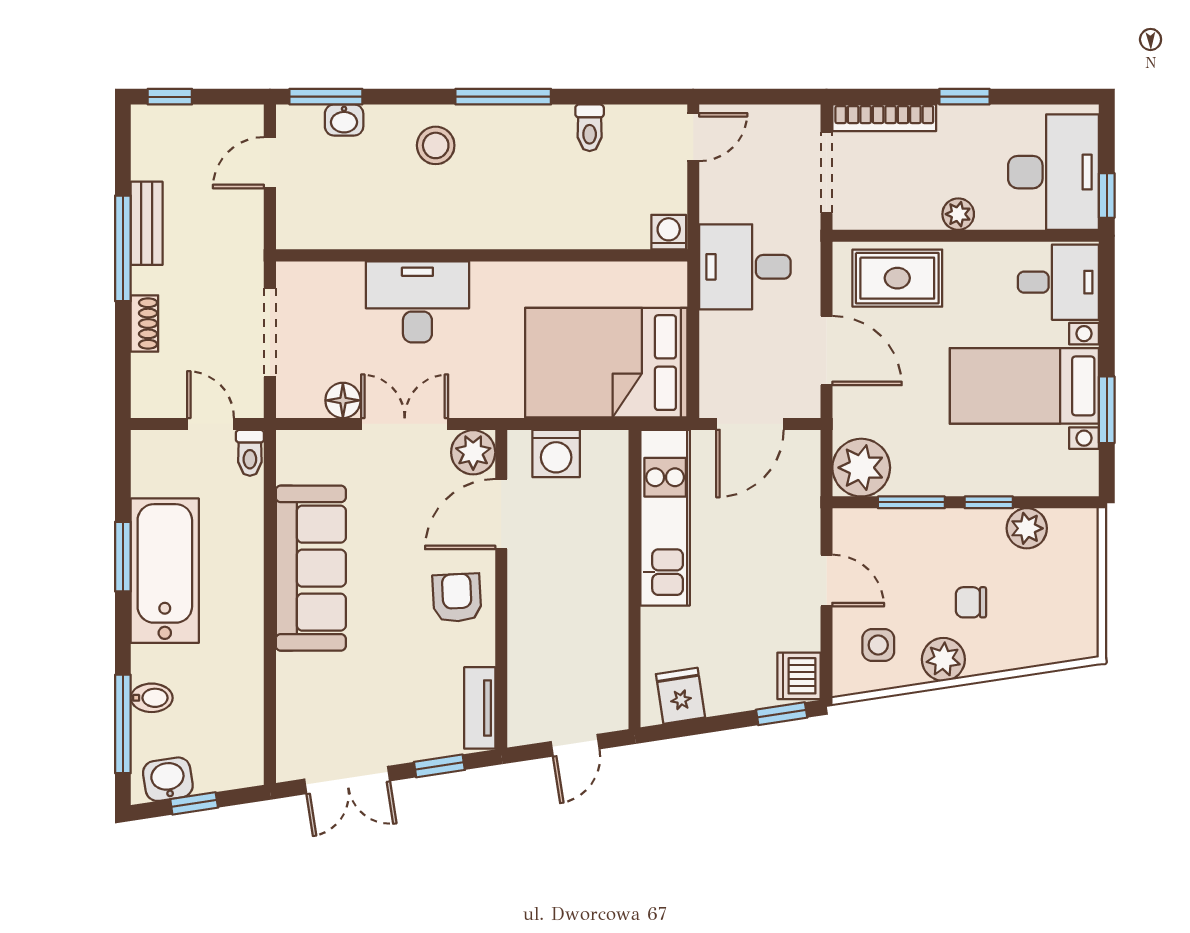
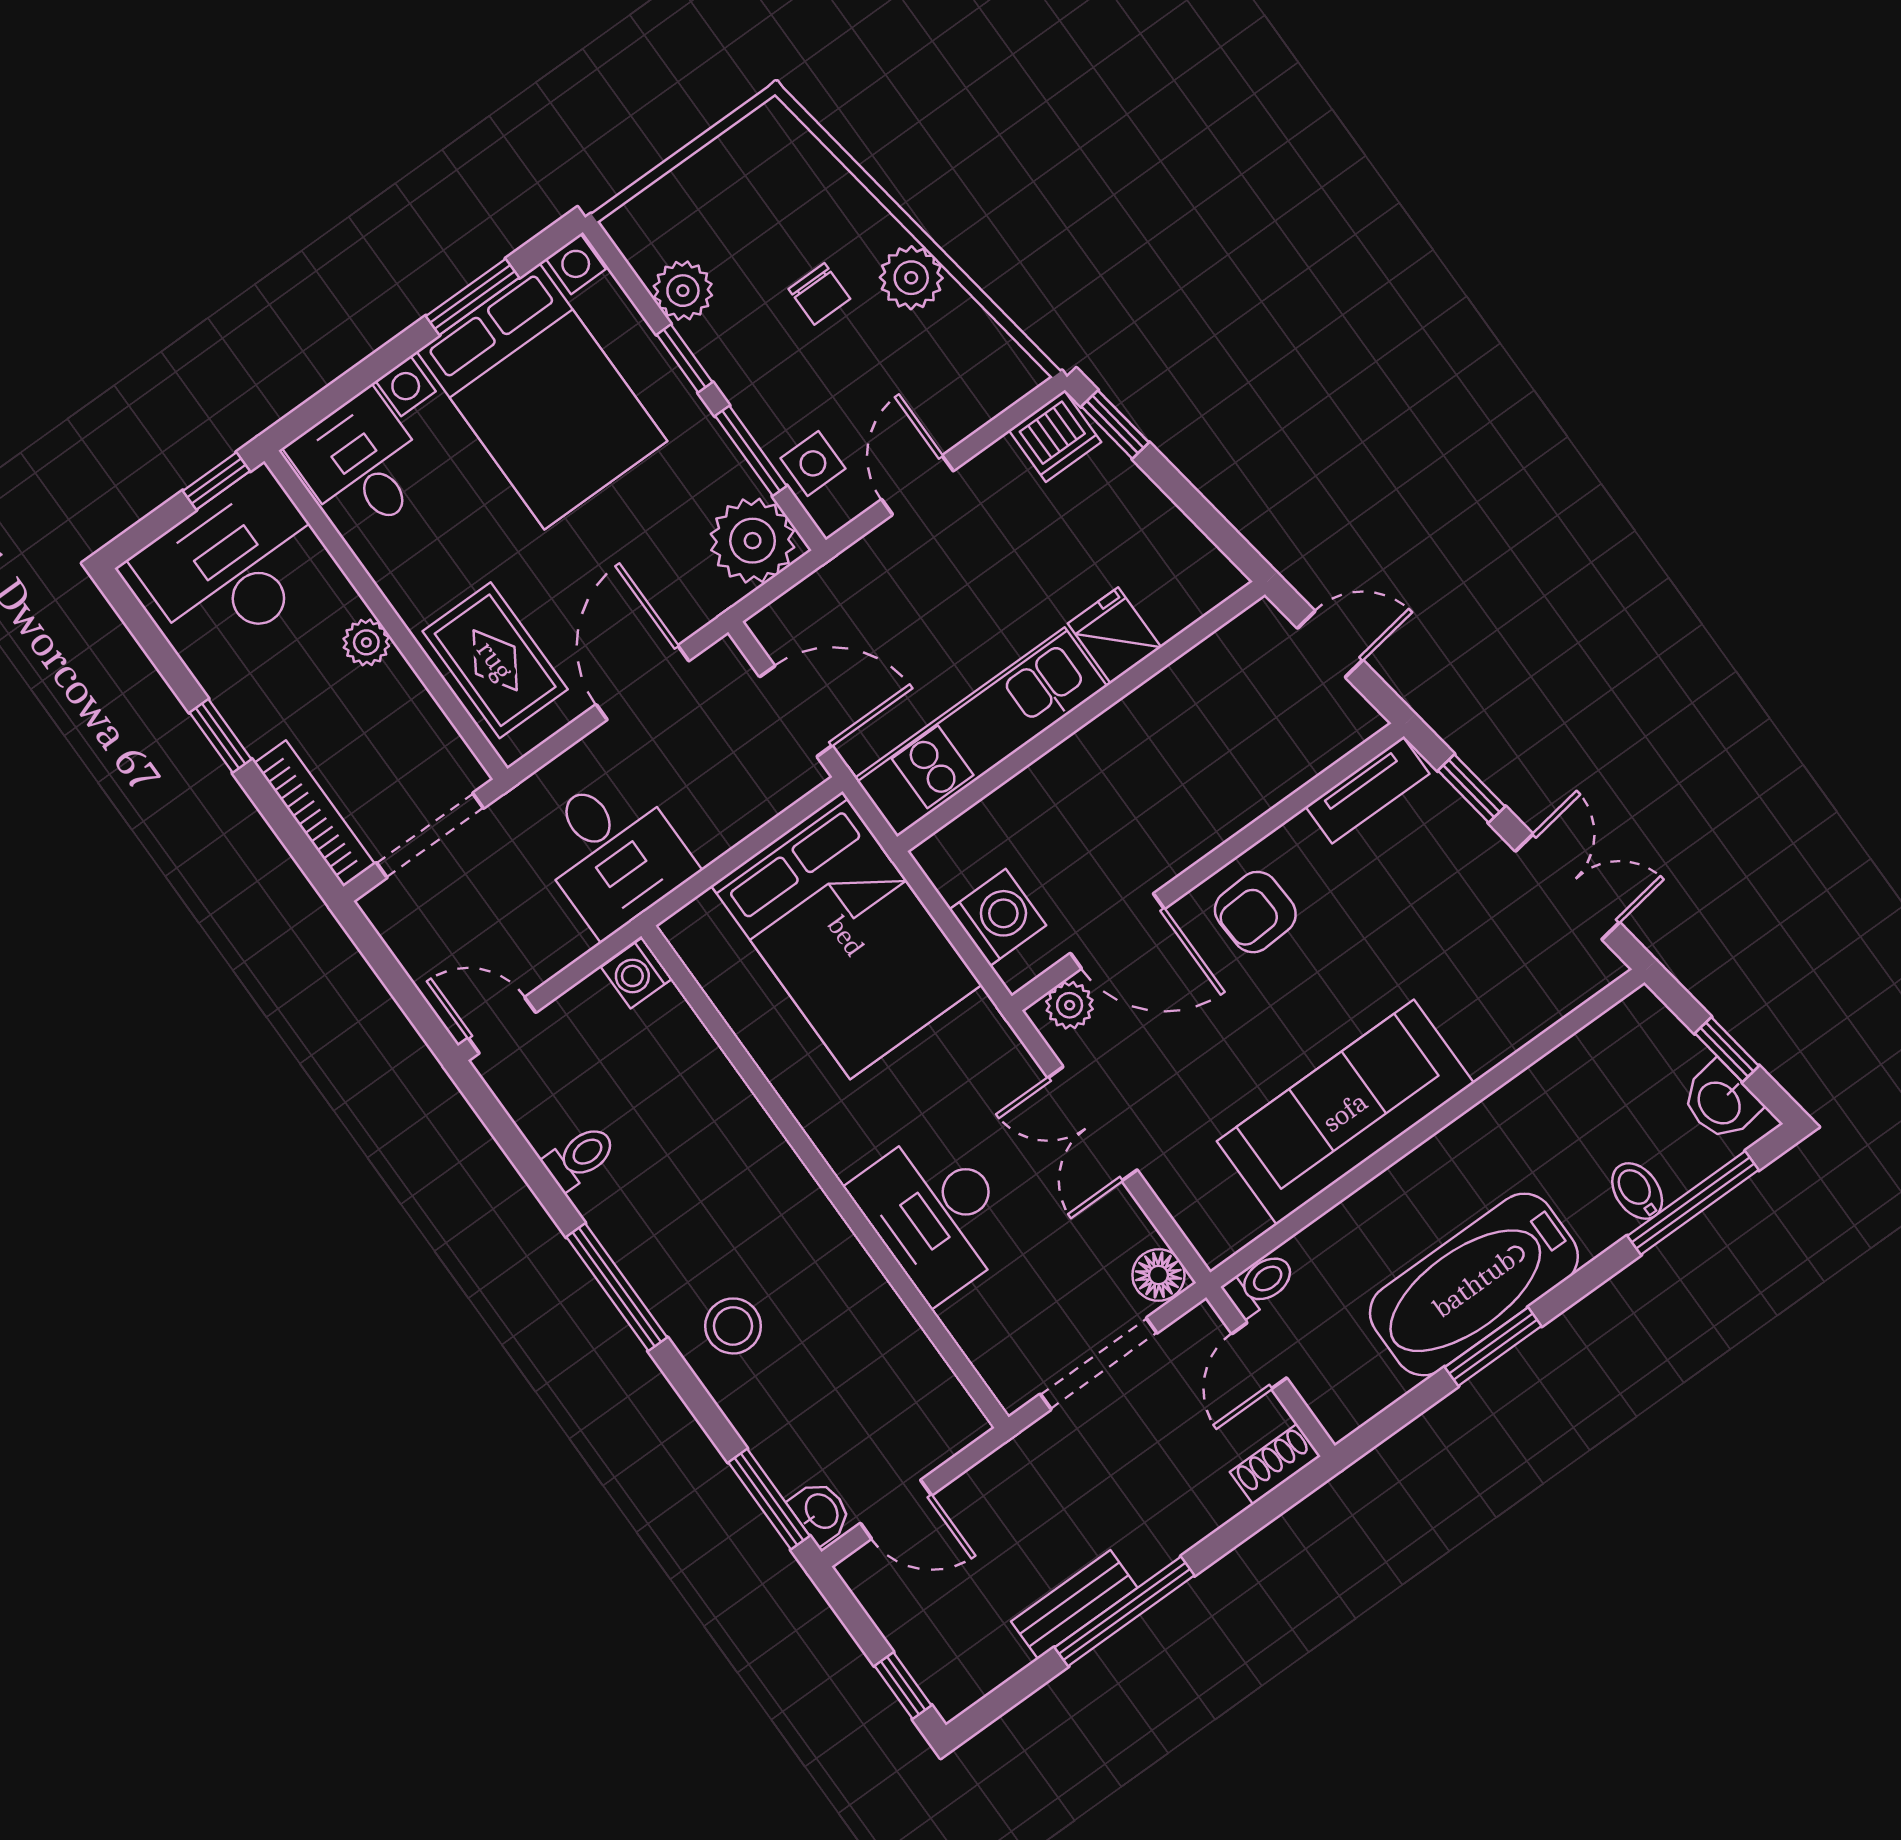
washbasin: (344, 120) -> (821, 1512), moved
shoe rack: (144, 323) -> (1275, 1464), moved
bed with nightstands: (1024, 386) -> (542, 396), width x1.36
floor lamp: (343, 400) -> (1158, 1275), moved
plant: (473, 452) -> (1070, 1005), width x0.73, depth x0.73
side table: (878, 645) -> (813, 463), moved
fridge: (680, 696) -> (1114, 635), moved, turned 99

